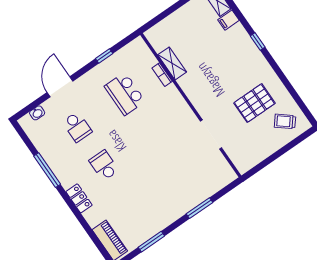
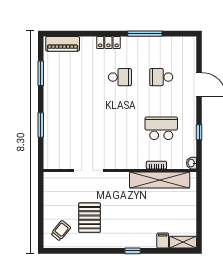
shelving: (172, 63) -> (160, 180), width x2.20, depth x1.33
washbasin: (37, 113) -> (191, 163), moved

